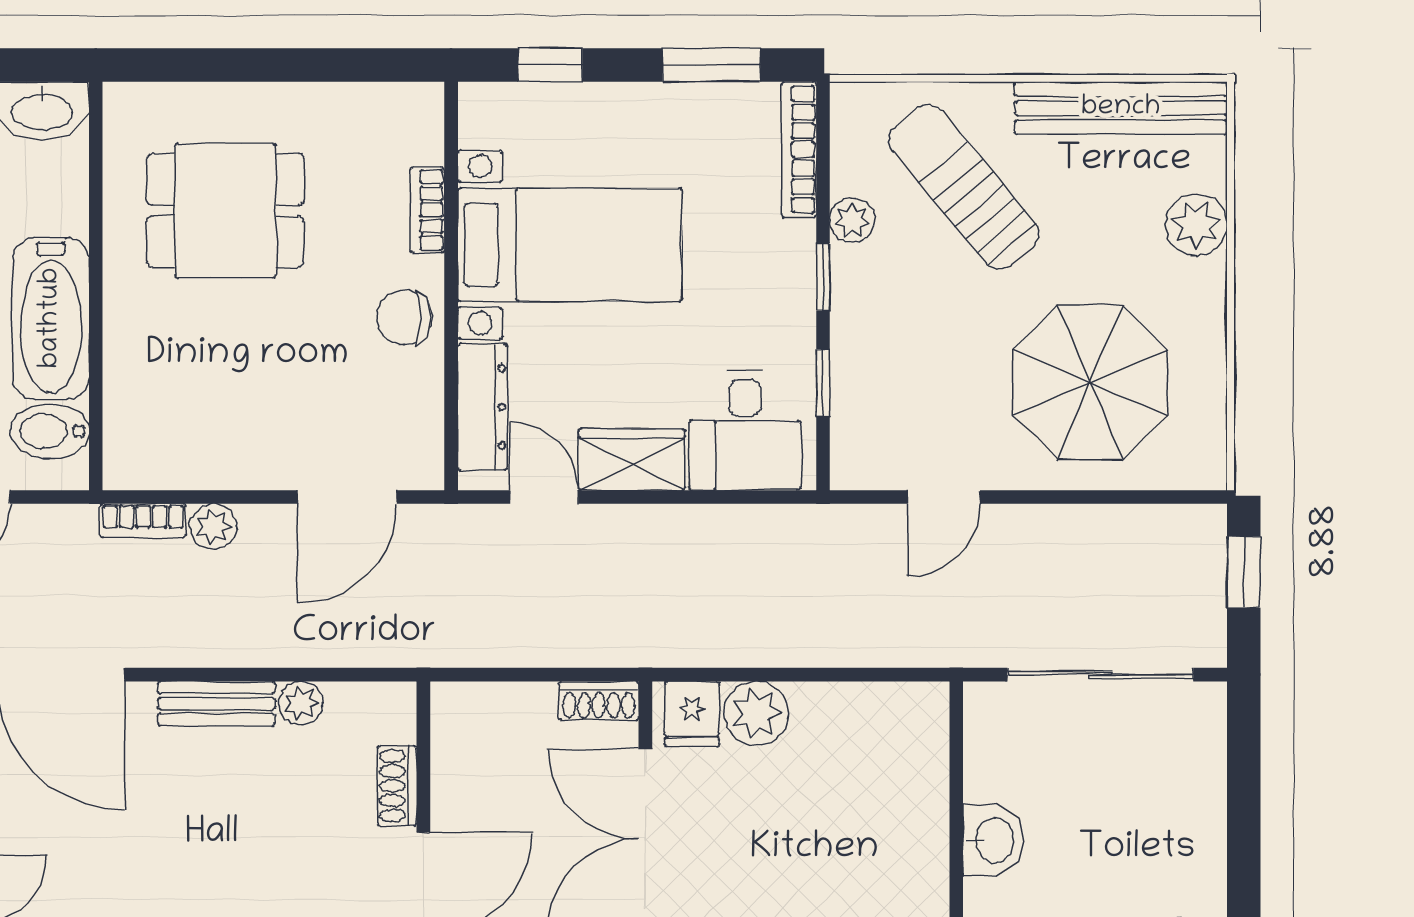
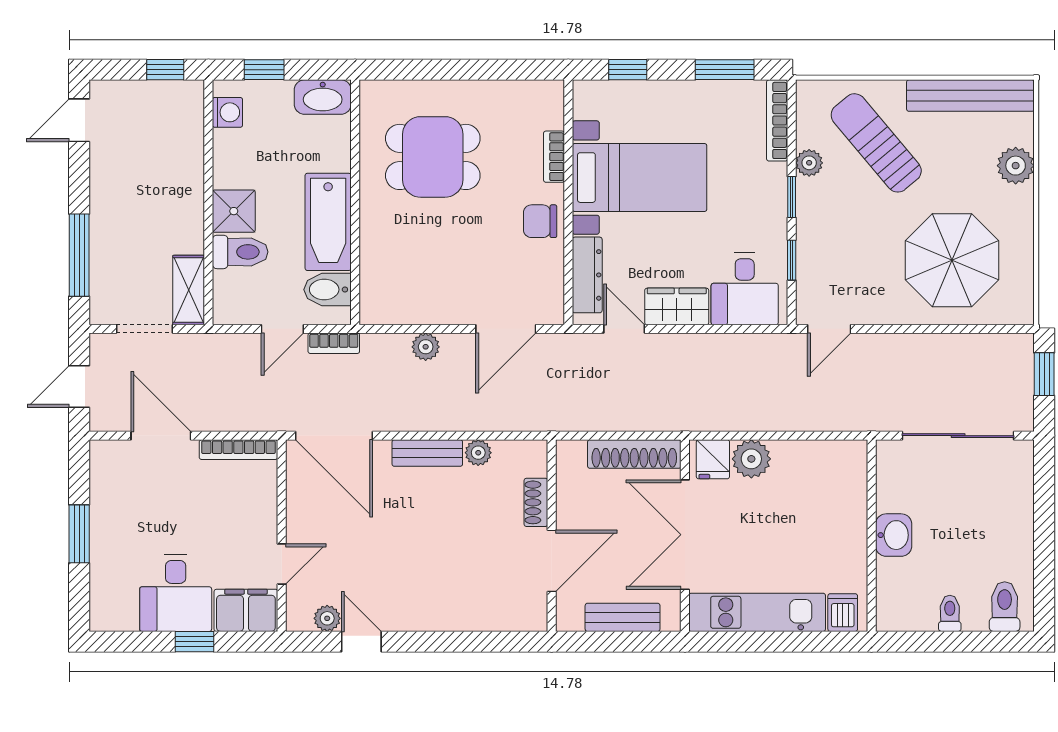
door: (944, 497) -> (829, 329), moved
bookcase: (143, 521) -> (334, 343), moved
shoe rack: (599, 701) -> (634, 454), width x1.94, depth x1.24

